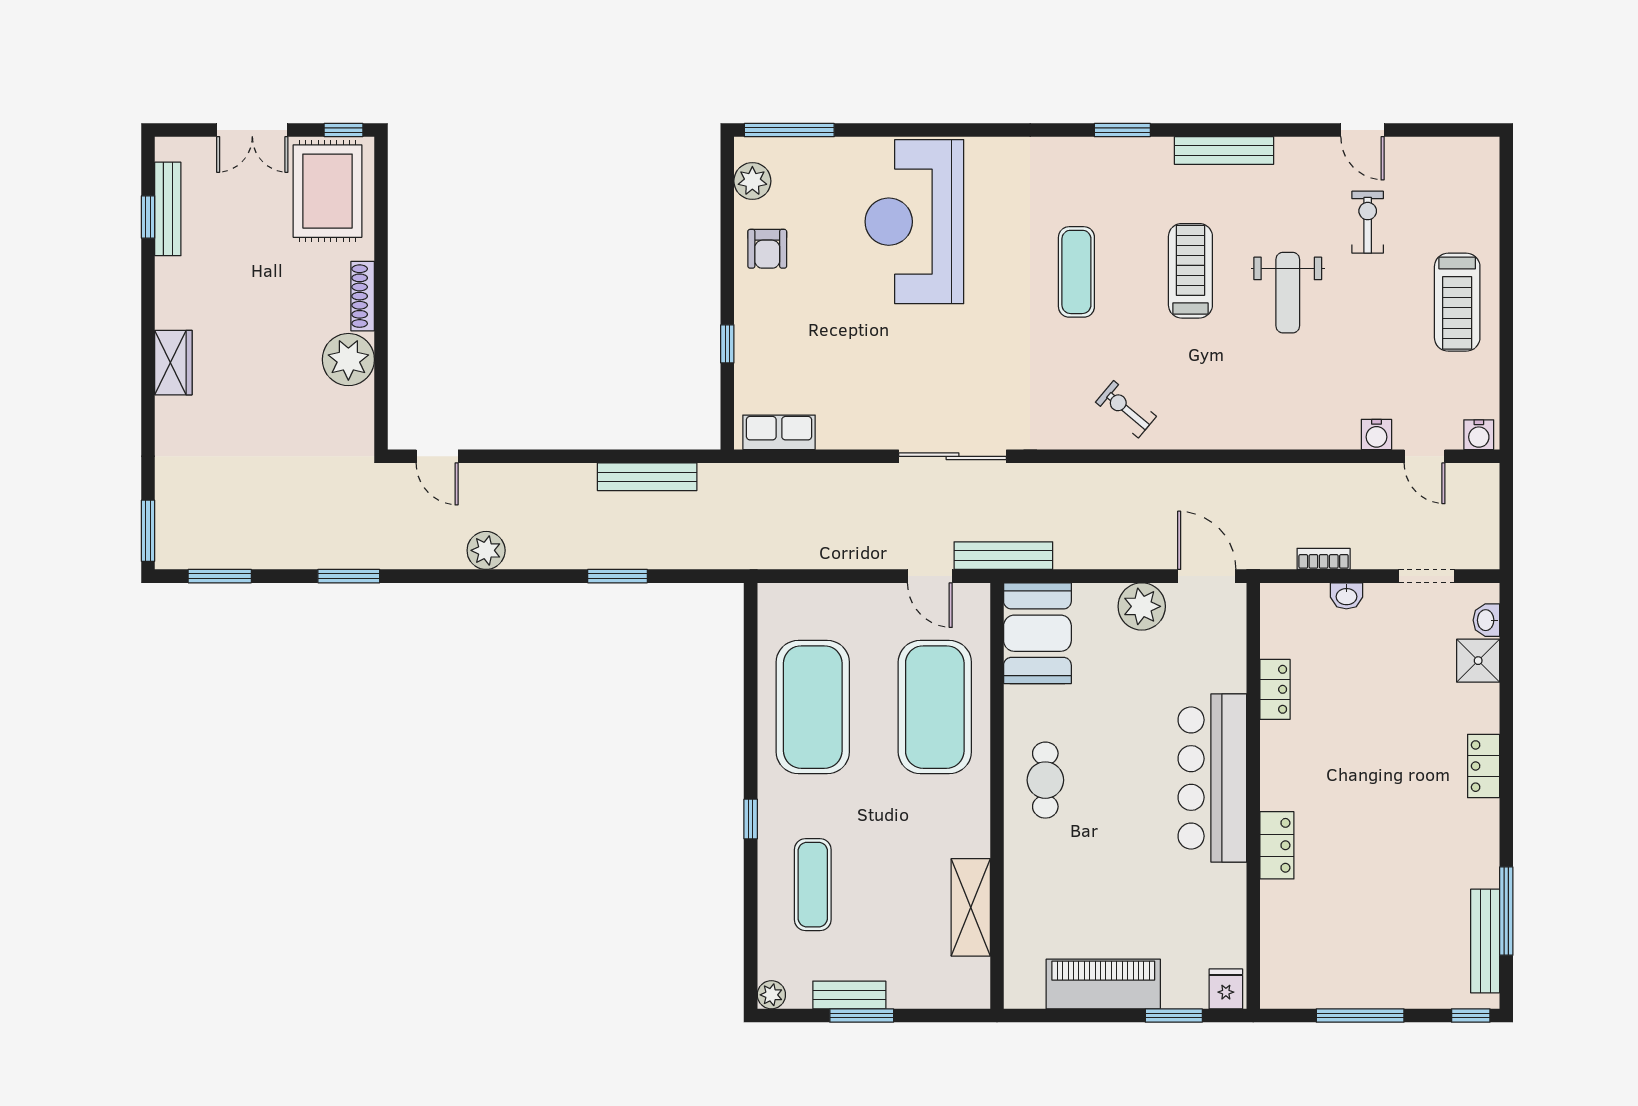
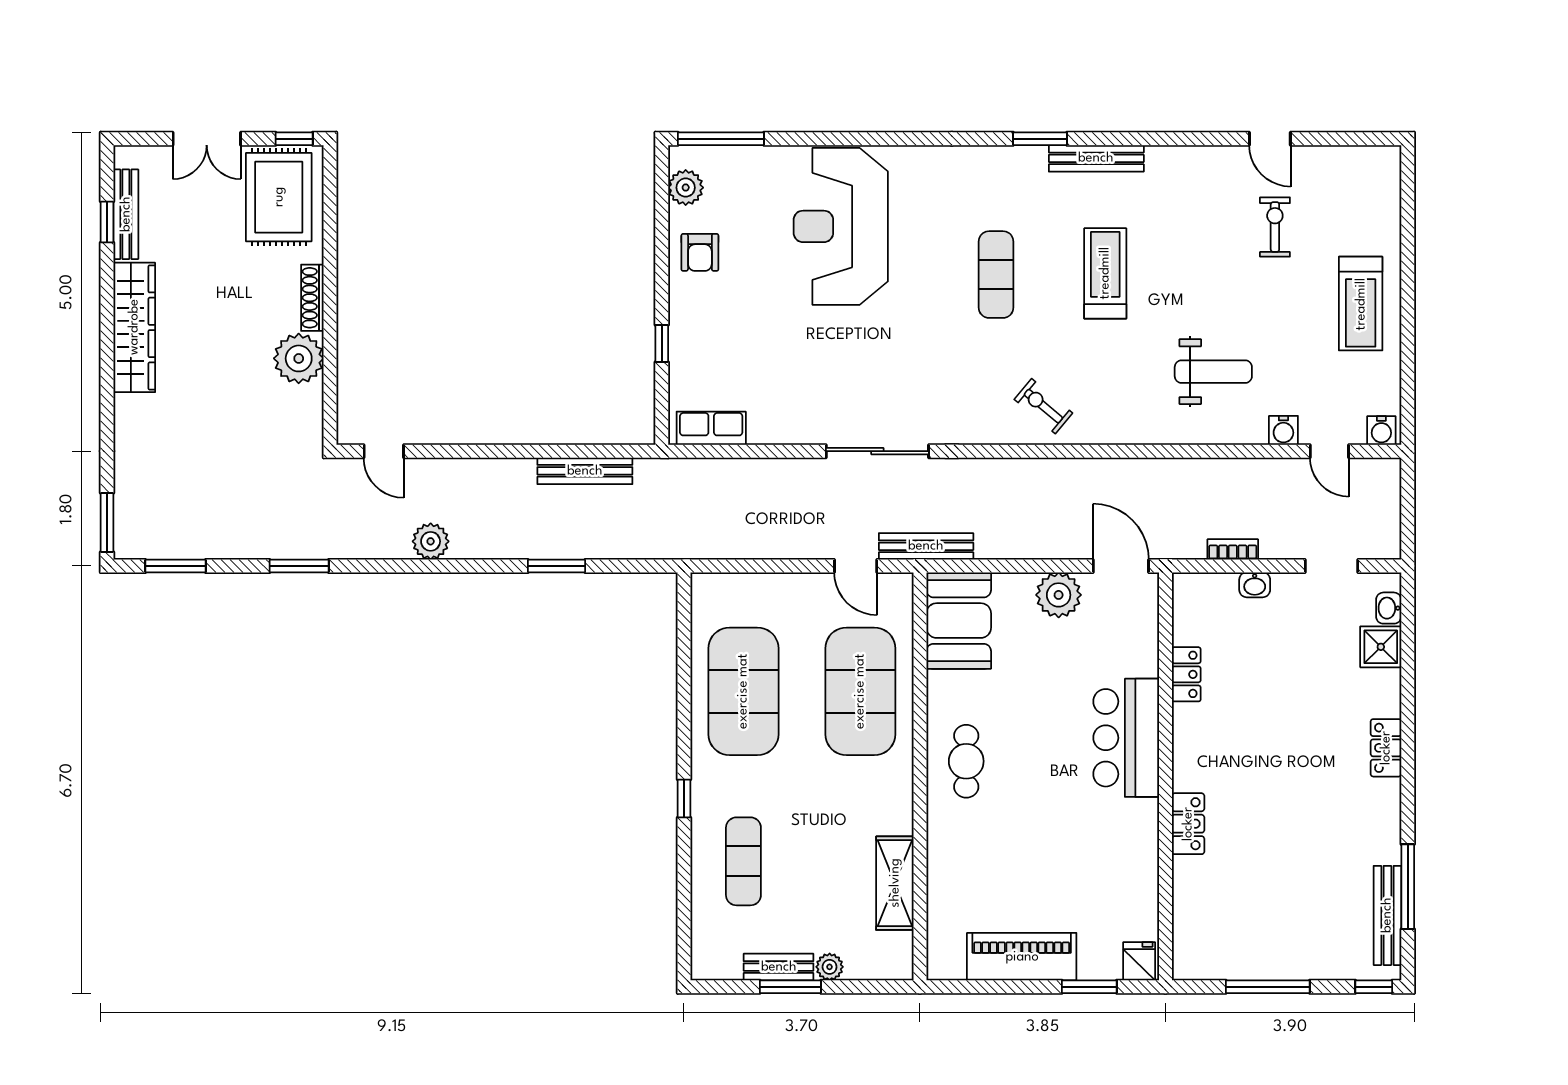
bench: (1224, 151) -> (1096, 158), moved
weight bench: (1288, 293) -> (1213, 372), moved, turned -90
wardrobe: (173, 363) -> (134, 327), width x2.10, depth x1.17
bar counter: (1212, 778) -> (1126, 738), width x0.73
plant: (771, 995) -> (830, 967), moved

